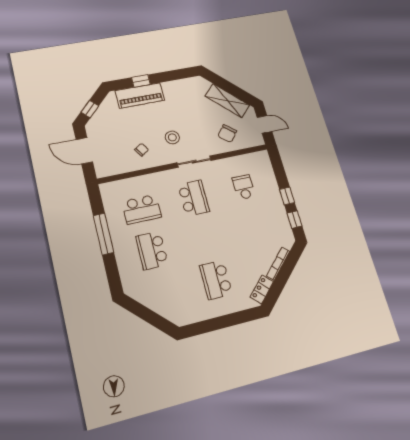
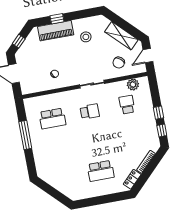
door: (264, 124) -> (148, 56), swing flipped
stool: (172, 137) -> (86, 37), moved
plant: (249, 161) -> (133, 85), added
school desk: (194, 198) -> (90, 112), width x0.54
school desk: (152, 250) -> (58, 148), removed
school desk: (216, 280) -> (101, 171), turned -90

